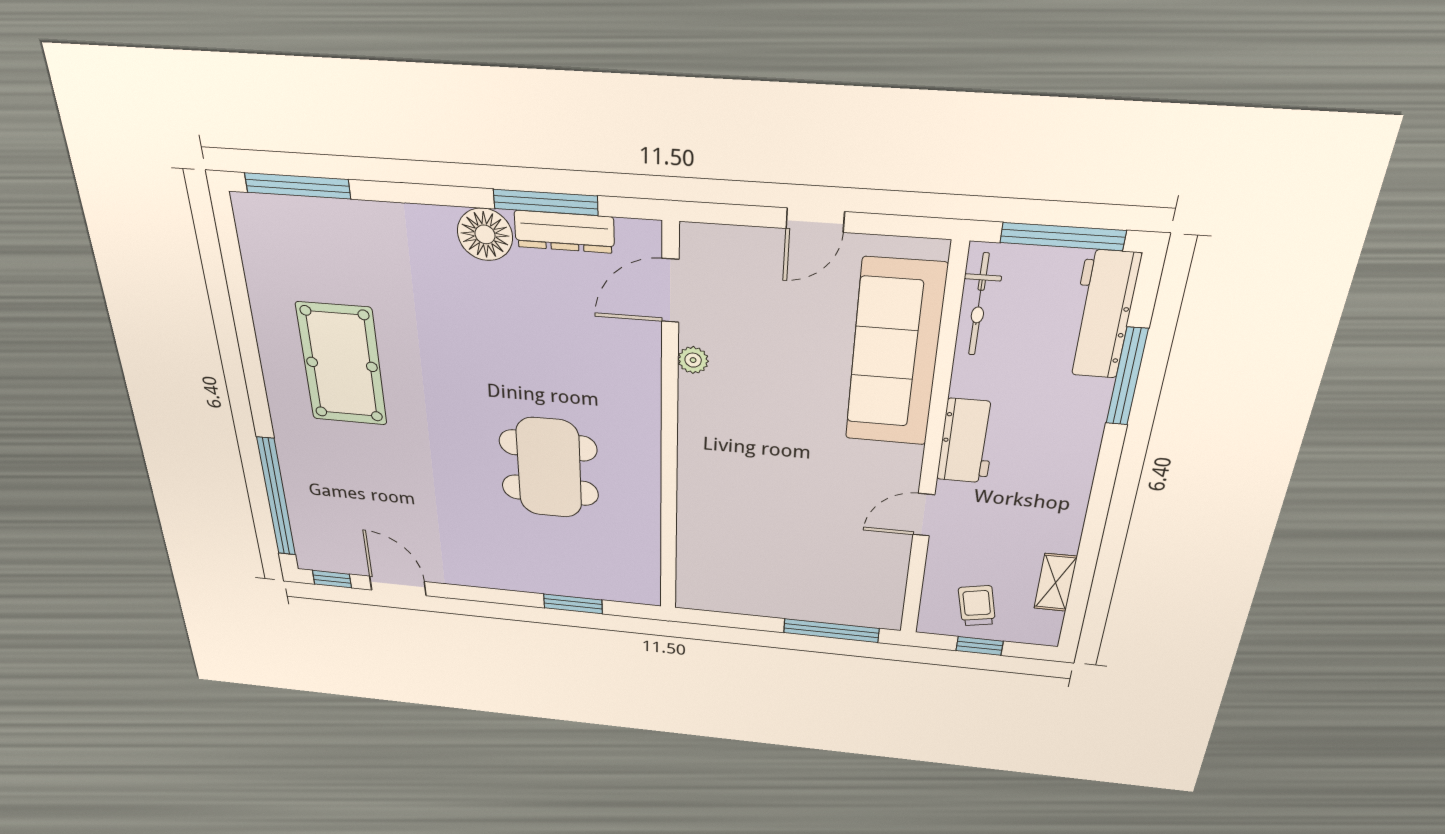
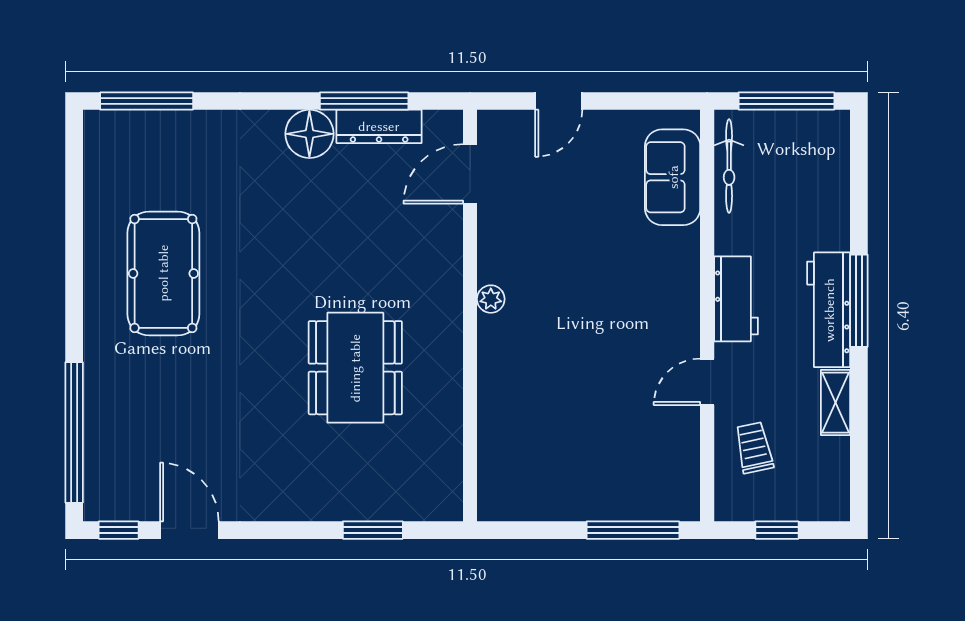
door: (815, 220) -> (559, 101), moved
workbench: (1102, 315) -> (829, 310), moved
sofa: (895, 354) -> (673, 177), width x0.54, depth x0.79
plant: (693, 360) -> (491, 299), moved
window: (1127, 377) -> (859, 301), moved
shelving: (1055, 582) -> (836, 403), moved
trolley: (977, 606) -> (754, 448), moved

